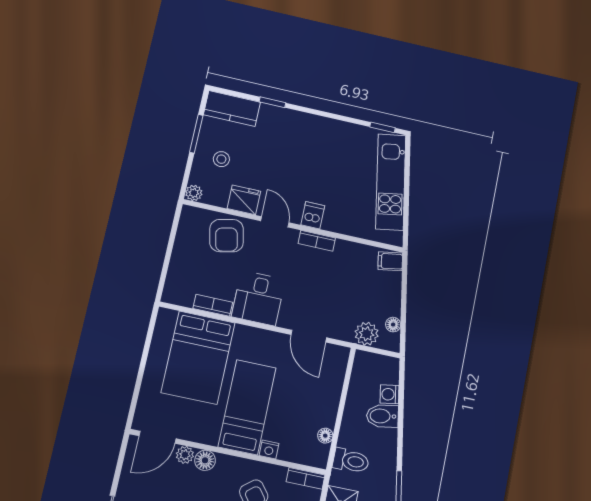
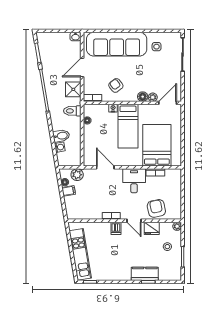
kitchen counter: (232, 108) -> (145, 274), moved
filing cabinet: (390, 261) -> (69, 191), moved

